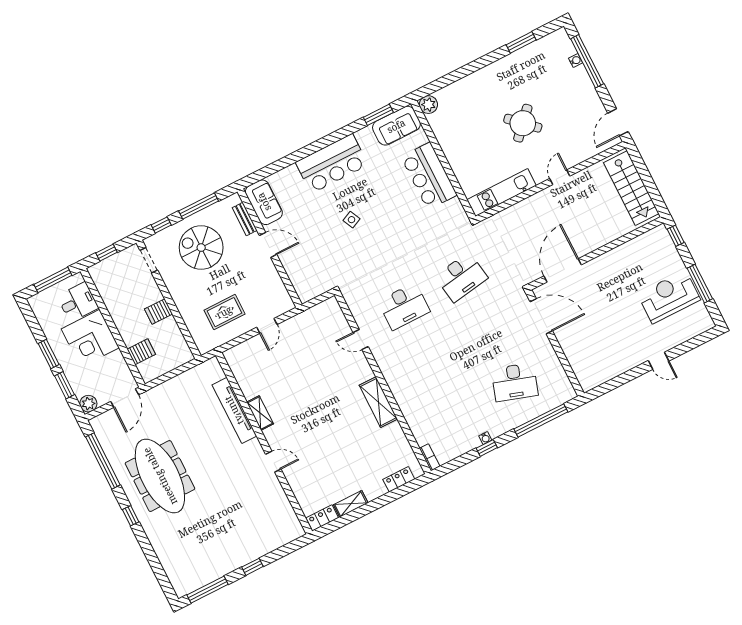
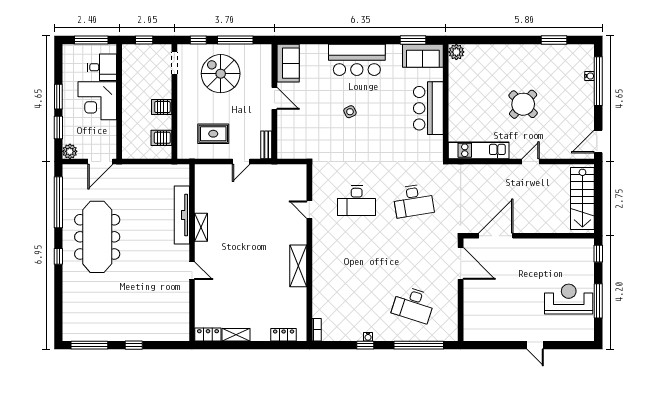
bench: (245, 219) -> (266, 145), moved
server rack: (141, 352) -> (161, 138), moved, turned 180

